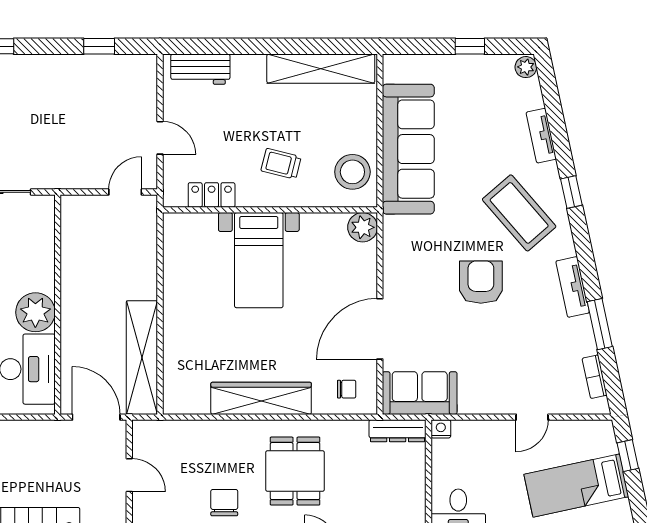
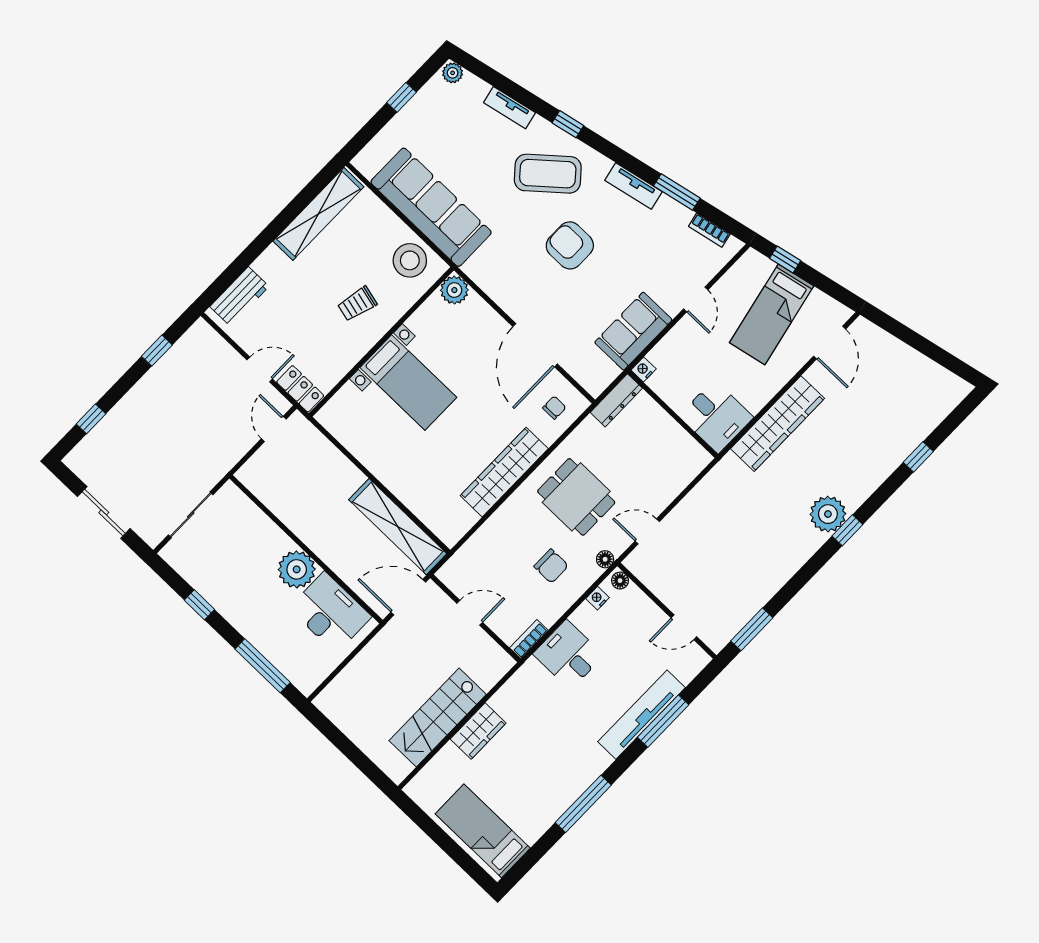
locker: (212, 195) -> (300, 389), moved, turned 90
sofa: (420, 393) -> (633, 331), moved
chair: (224, 503) -> (551, 566), turned 180

